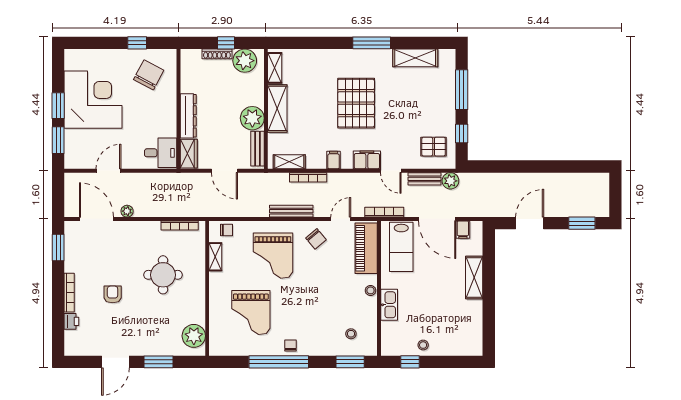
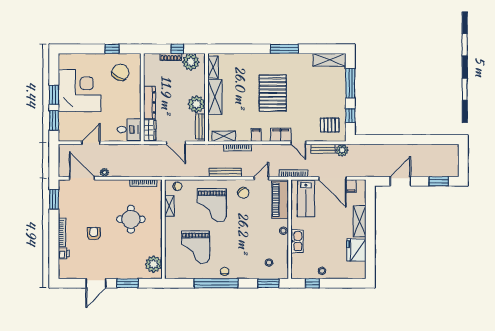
shelving: (415, 58) -> (329, 60), moved
fridge: (470, 317) -> (356, 250), added

